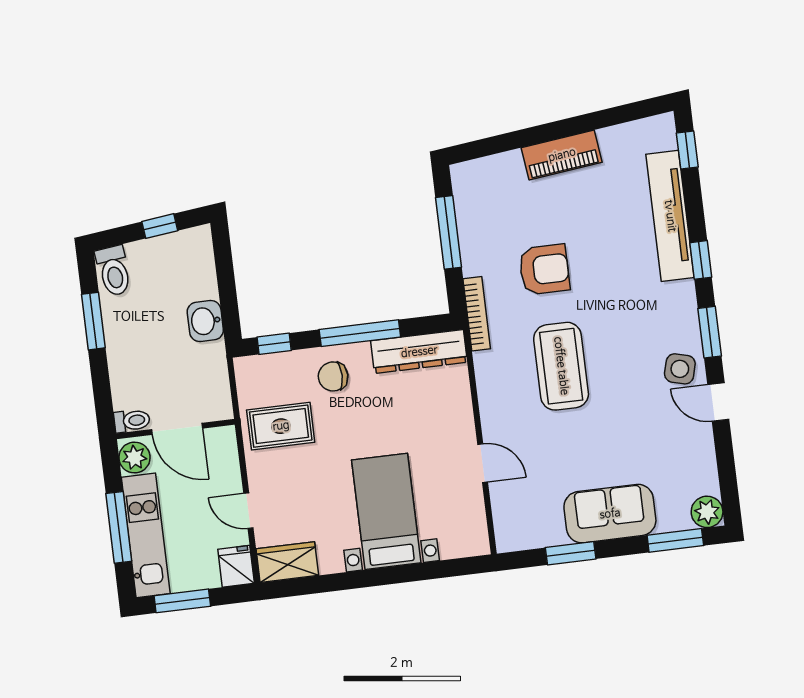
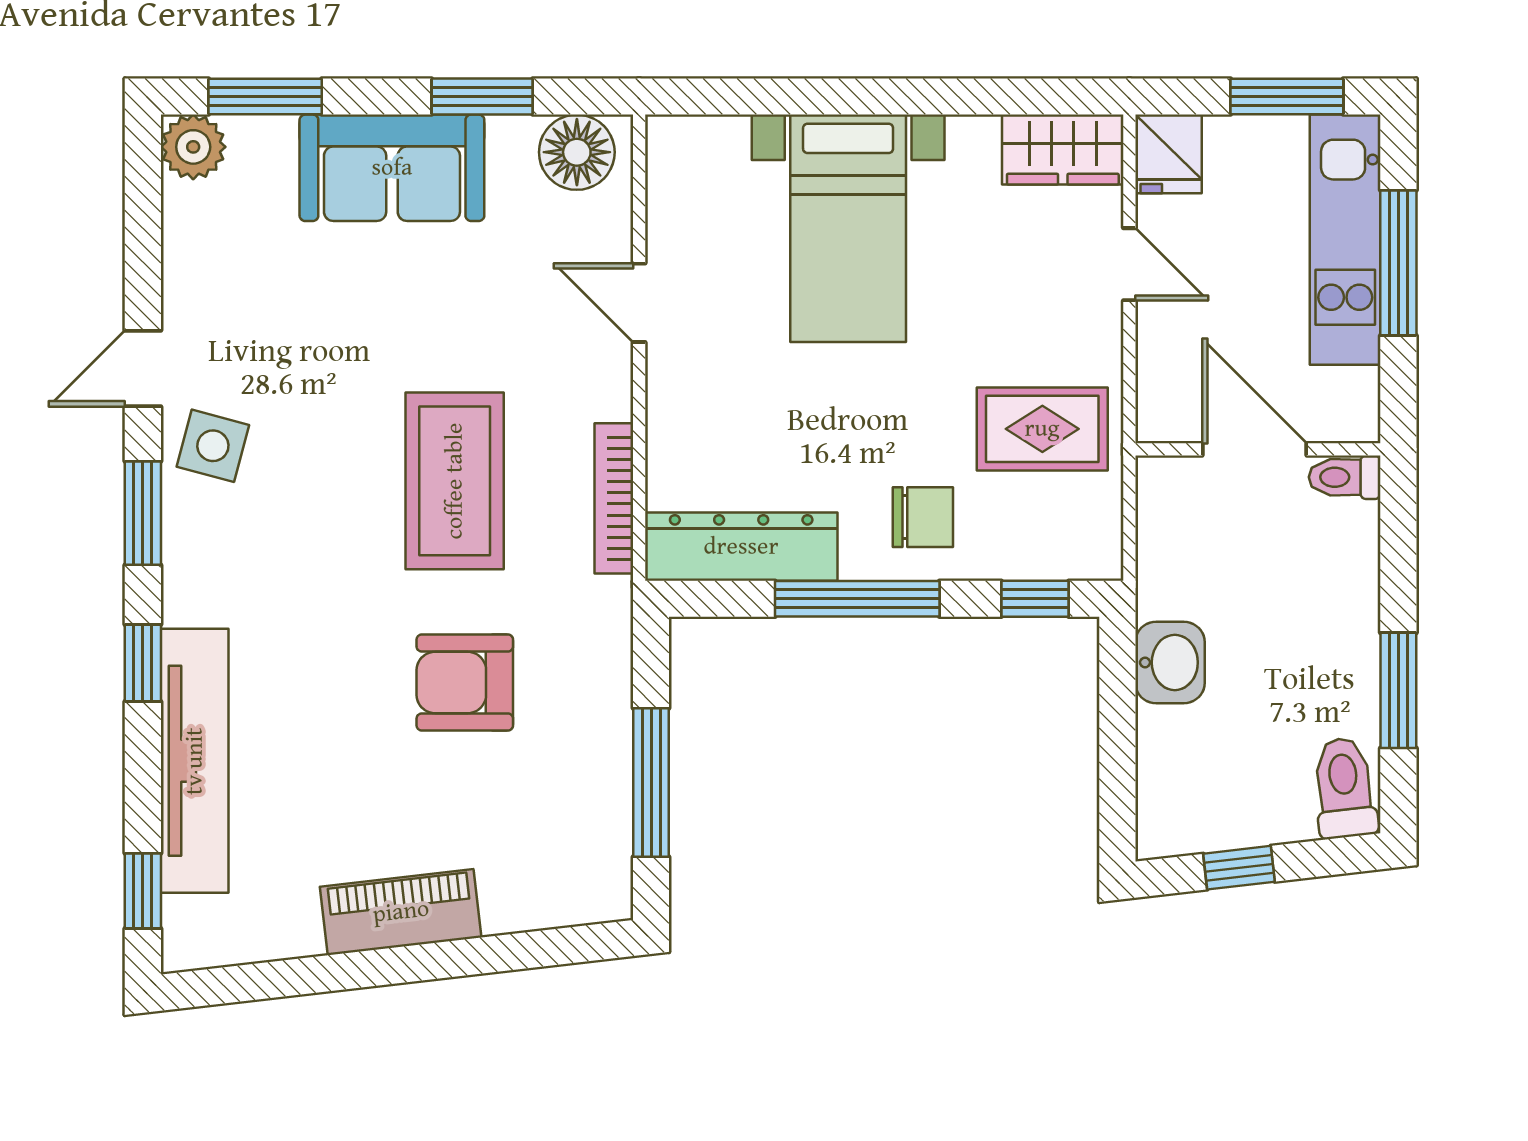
bookcase: (477, 314) -> (614, 498), moved
door: (718, 402) -> (143, 368), swing flipped
plant: (134, 458) -> (1349, 401), removed
floor lamp: (522, 532) -> (577, 152), added

